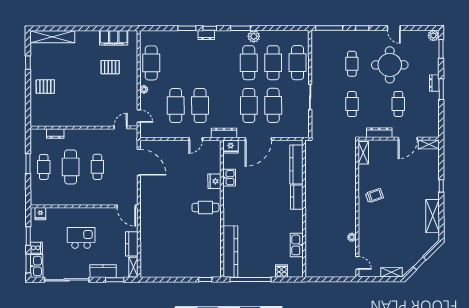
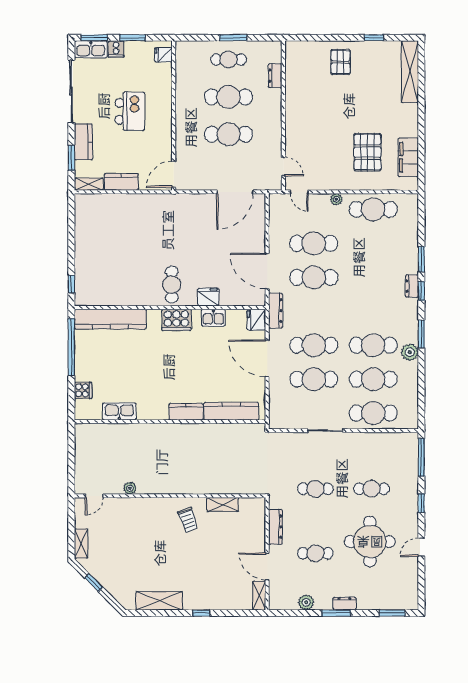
plant: (433, 35) -> (306, 602), moved
pallet: (110, 67) -> (367, 152), width x1.50, depth x1.42
door: (139, 116) -> (299, 192), hinge flipped
door: (196, 139) -> (267, 271), width x1.88
shelving: (363, 153) -> (223, 504), moved
cafe table: (97, 167) -> (229, 134), width x1.37, depth x1.35
cooker: (231, 204) -> (176, 320), added

